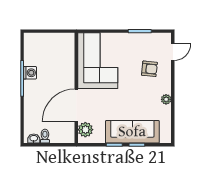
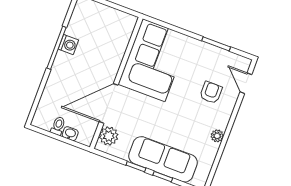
door: (173, 52) -> (246, 83), swing flipped
armchair: (149, 69) -> (211, 92), turned -96
washbasin: (34, 139) -> (70, 134), moved

